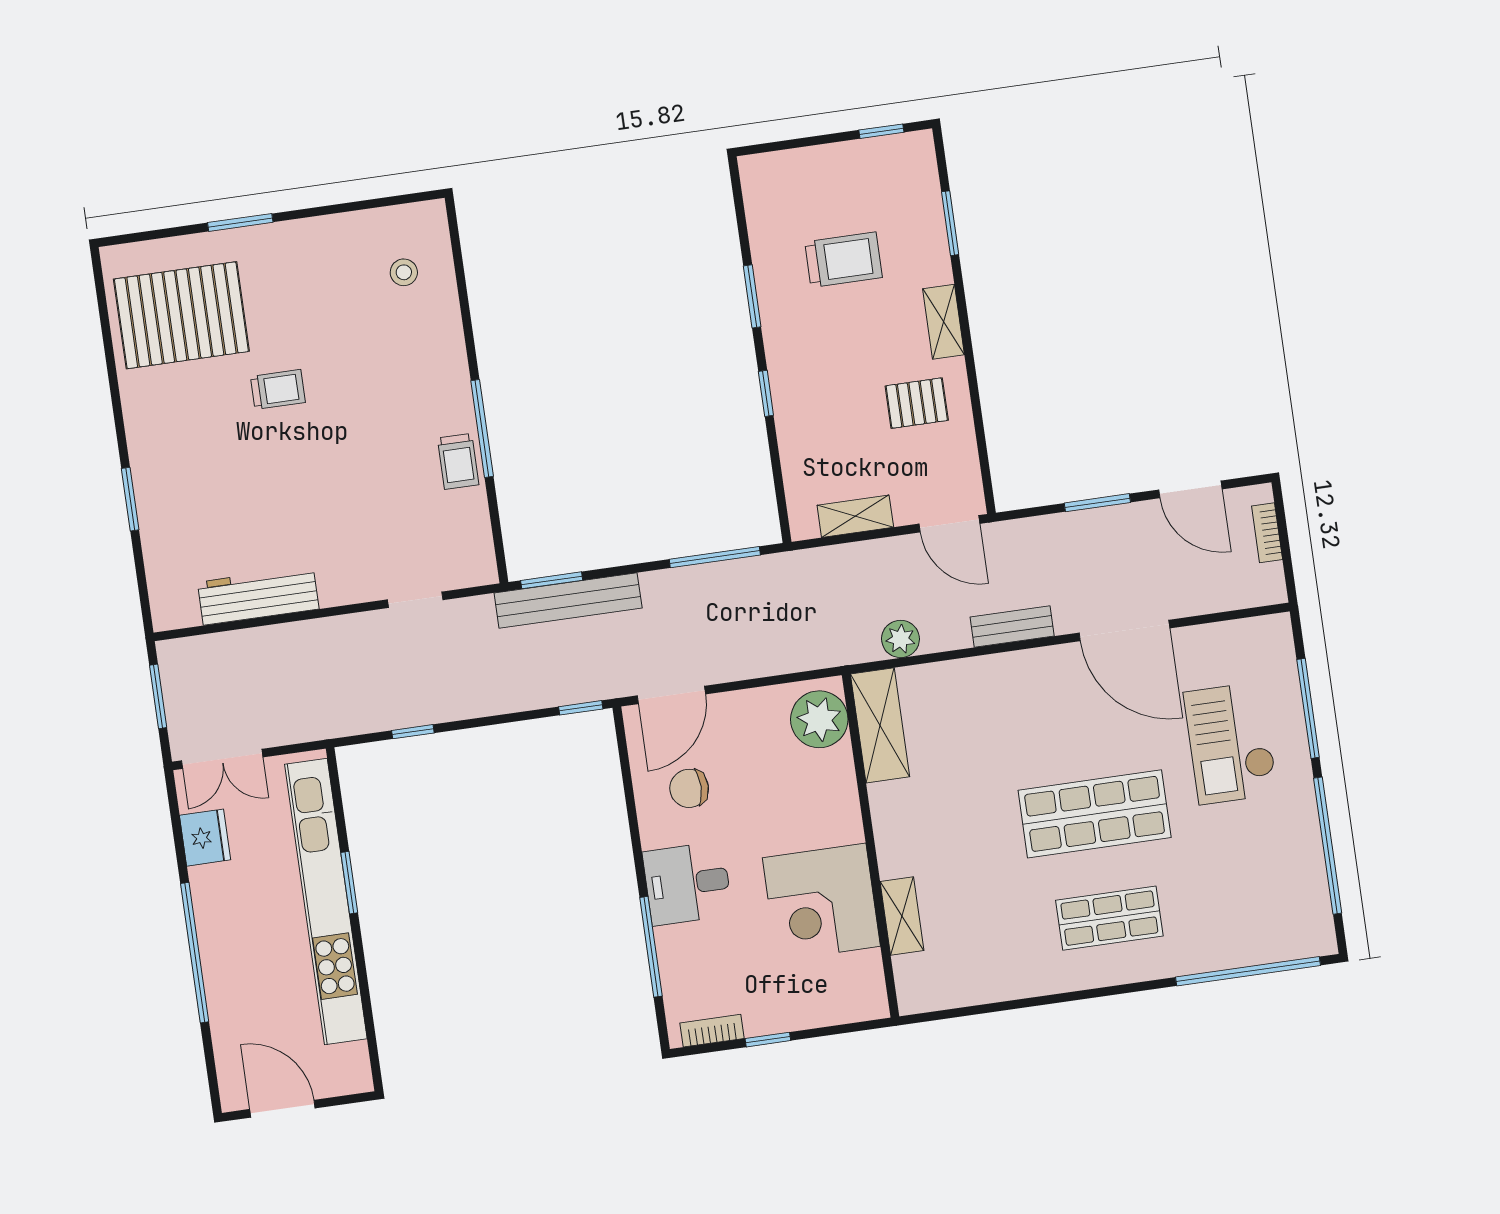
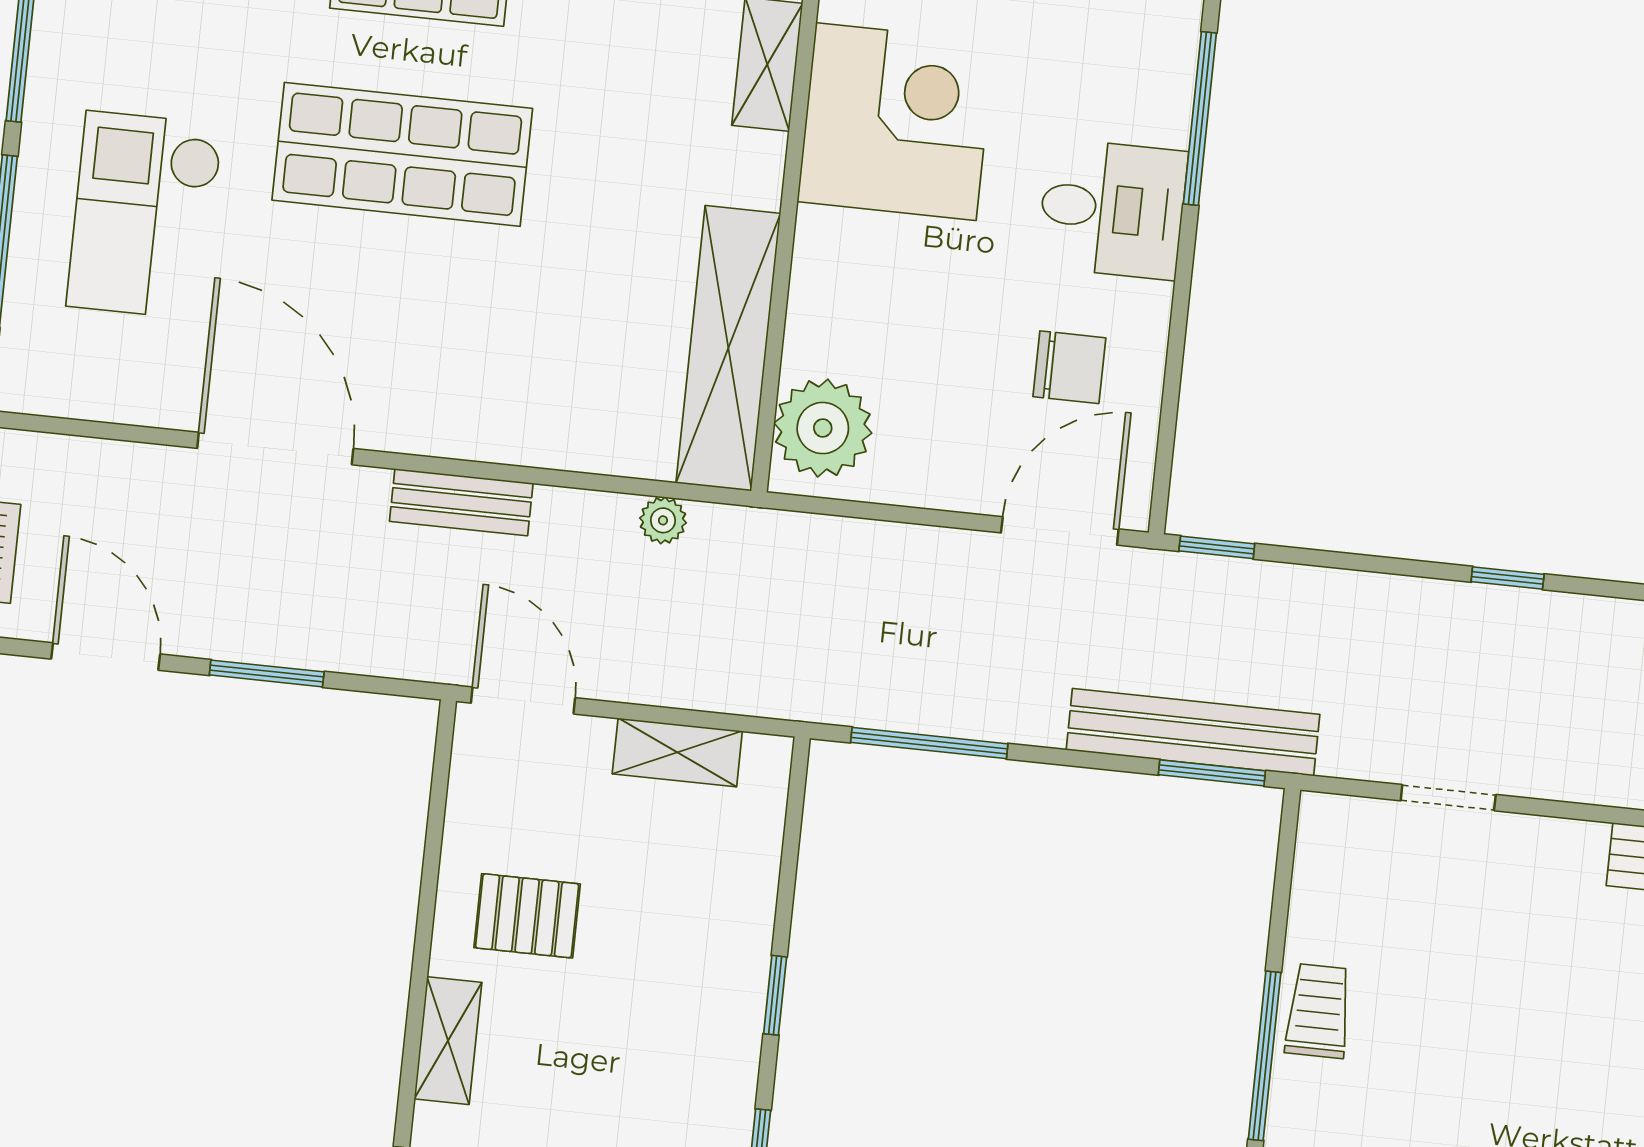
plant: (900, 639) -> (663, 520), width x0.73, depth x0.73
shelving: (880, 725) -> (728, 348), width x1.47
checkout: (1231, 743) -> (145, 215), turned 180

